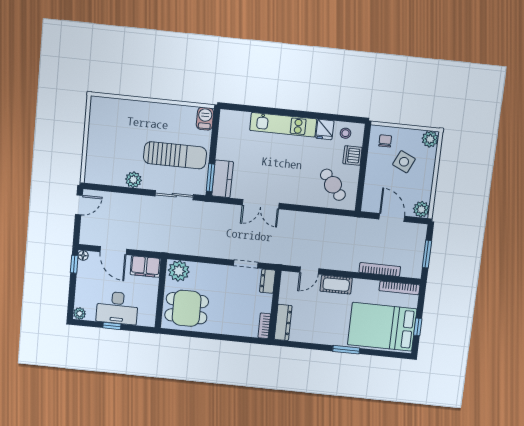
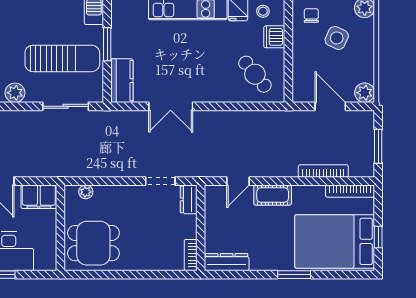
window: (210, 178) -> (107, 44), moved
plant: (179, 271) -> (86, 192), width x0.53, depth x0.53
dresser: (283, 322) -> (227, 262), moved, turned -90

